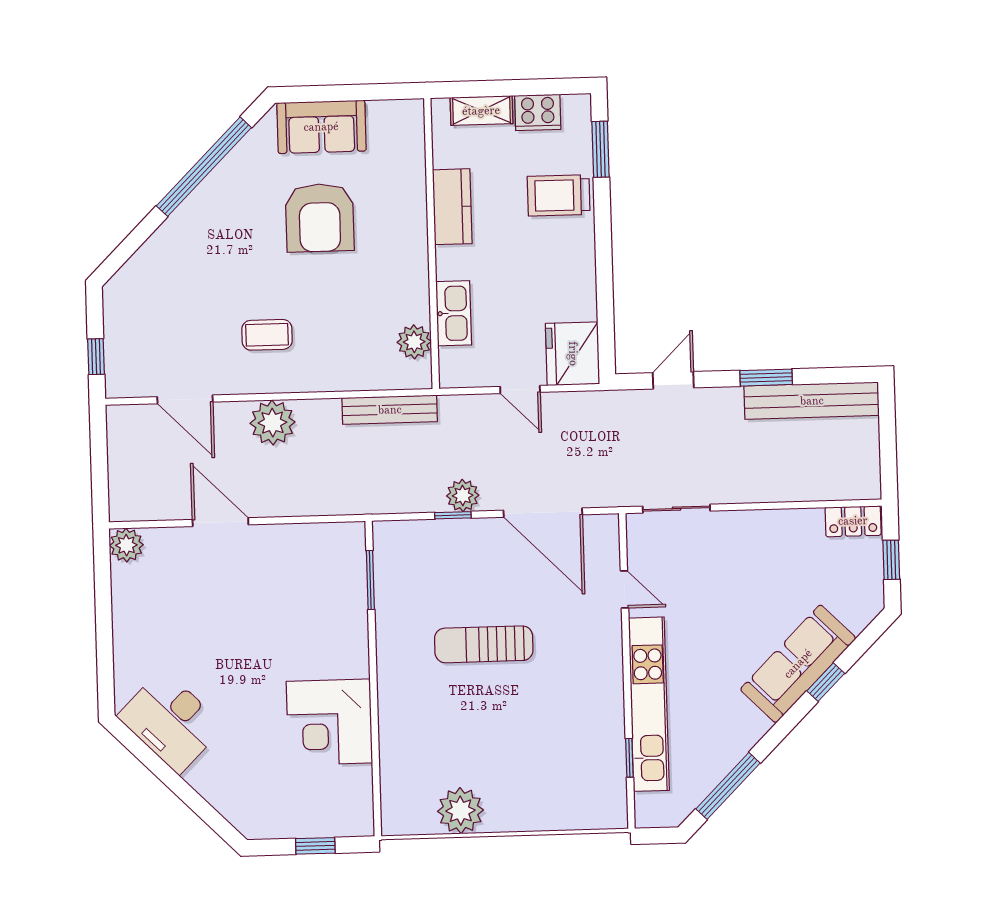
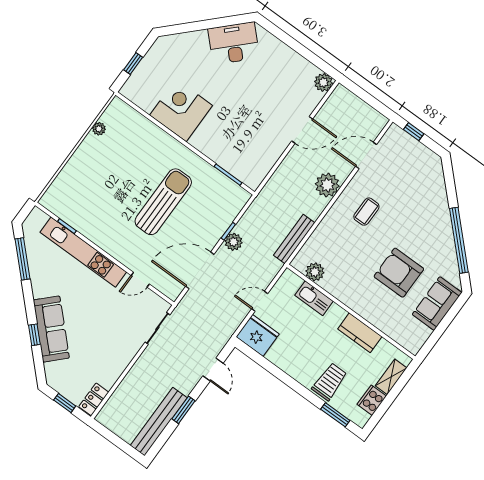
sun lounger: (484, 644) -> (163, 202), width x1.36, depth x1.34
plant: (460, 811) -> (99, 129), width x0.53, depth x0.53

